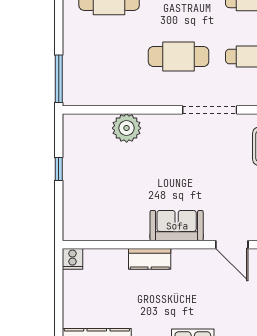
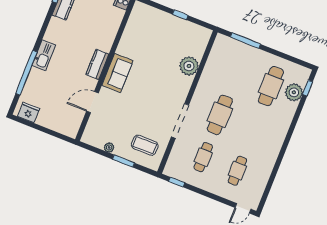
window: (59, 79) -> (245, 41), moved
kitchen counter: (150, 259) -> (97, 64), moved

